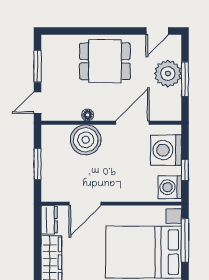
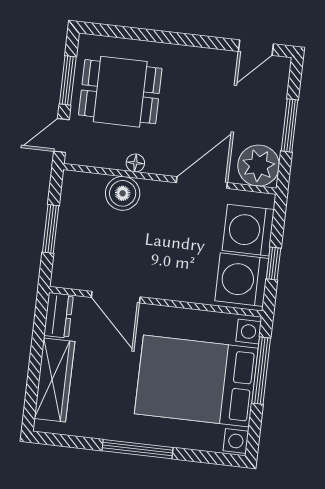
dining table: (105, 61) -> (120, 92), moved
plant: (168, 73) -> (259, 166), moved
boiler: (86, 140) -> (123, 193), width x0.73, depth x0.73
washing machine: (170, 187) -> (242, 280), width x1.37, depth x1.37
door: (85, 204) -> (116, 297), hinge flipped

